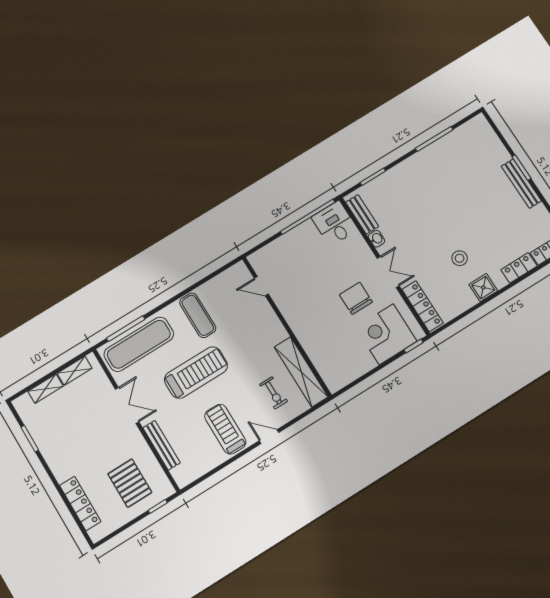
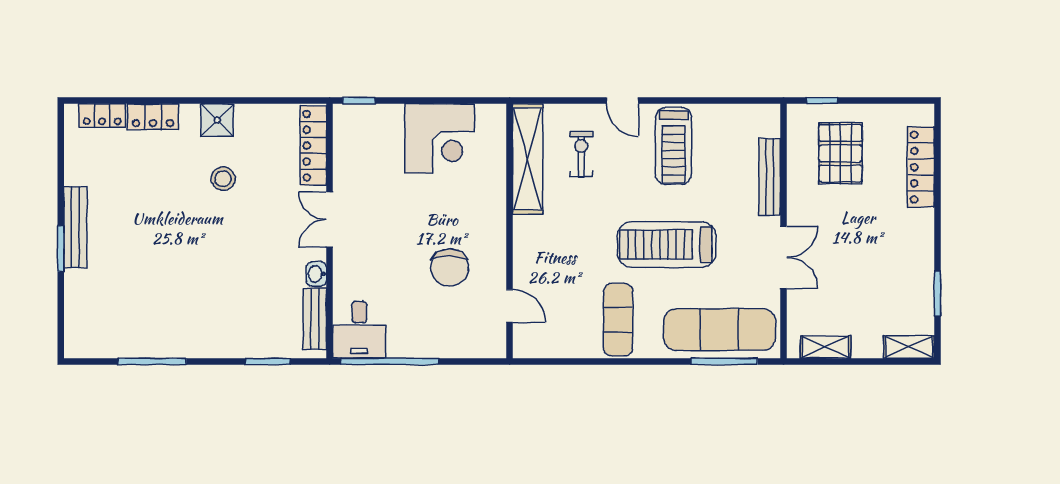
chair: (356, 298) -> (450, 268), moved
corner desk: (386, 334) -> (440, 139), moved
shelving: (46, 389) -> (909, 347), moved
double door: (127, 405) -> (783, 257), swing flipped

